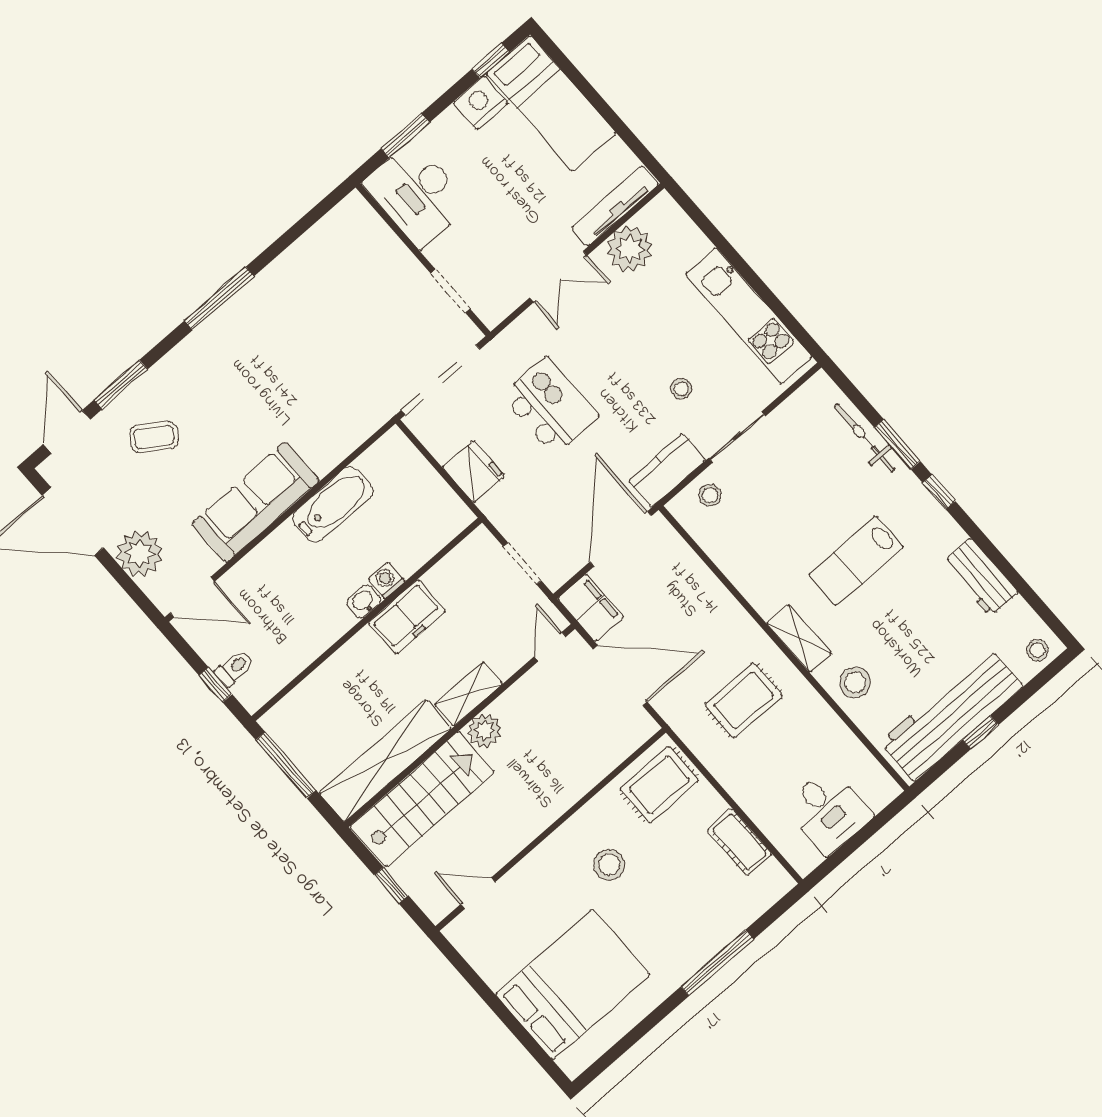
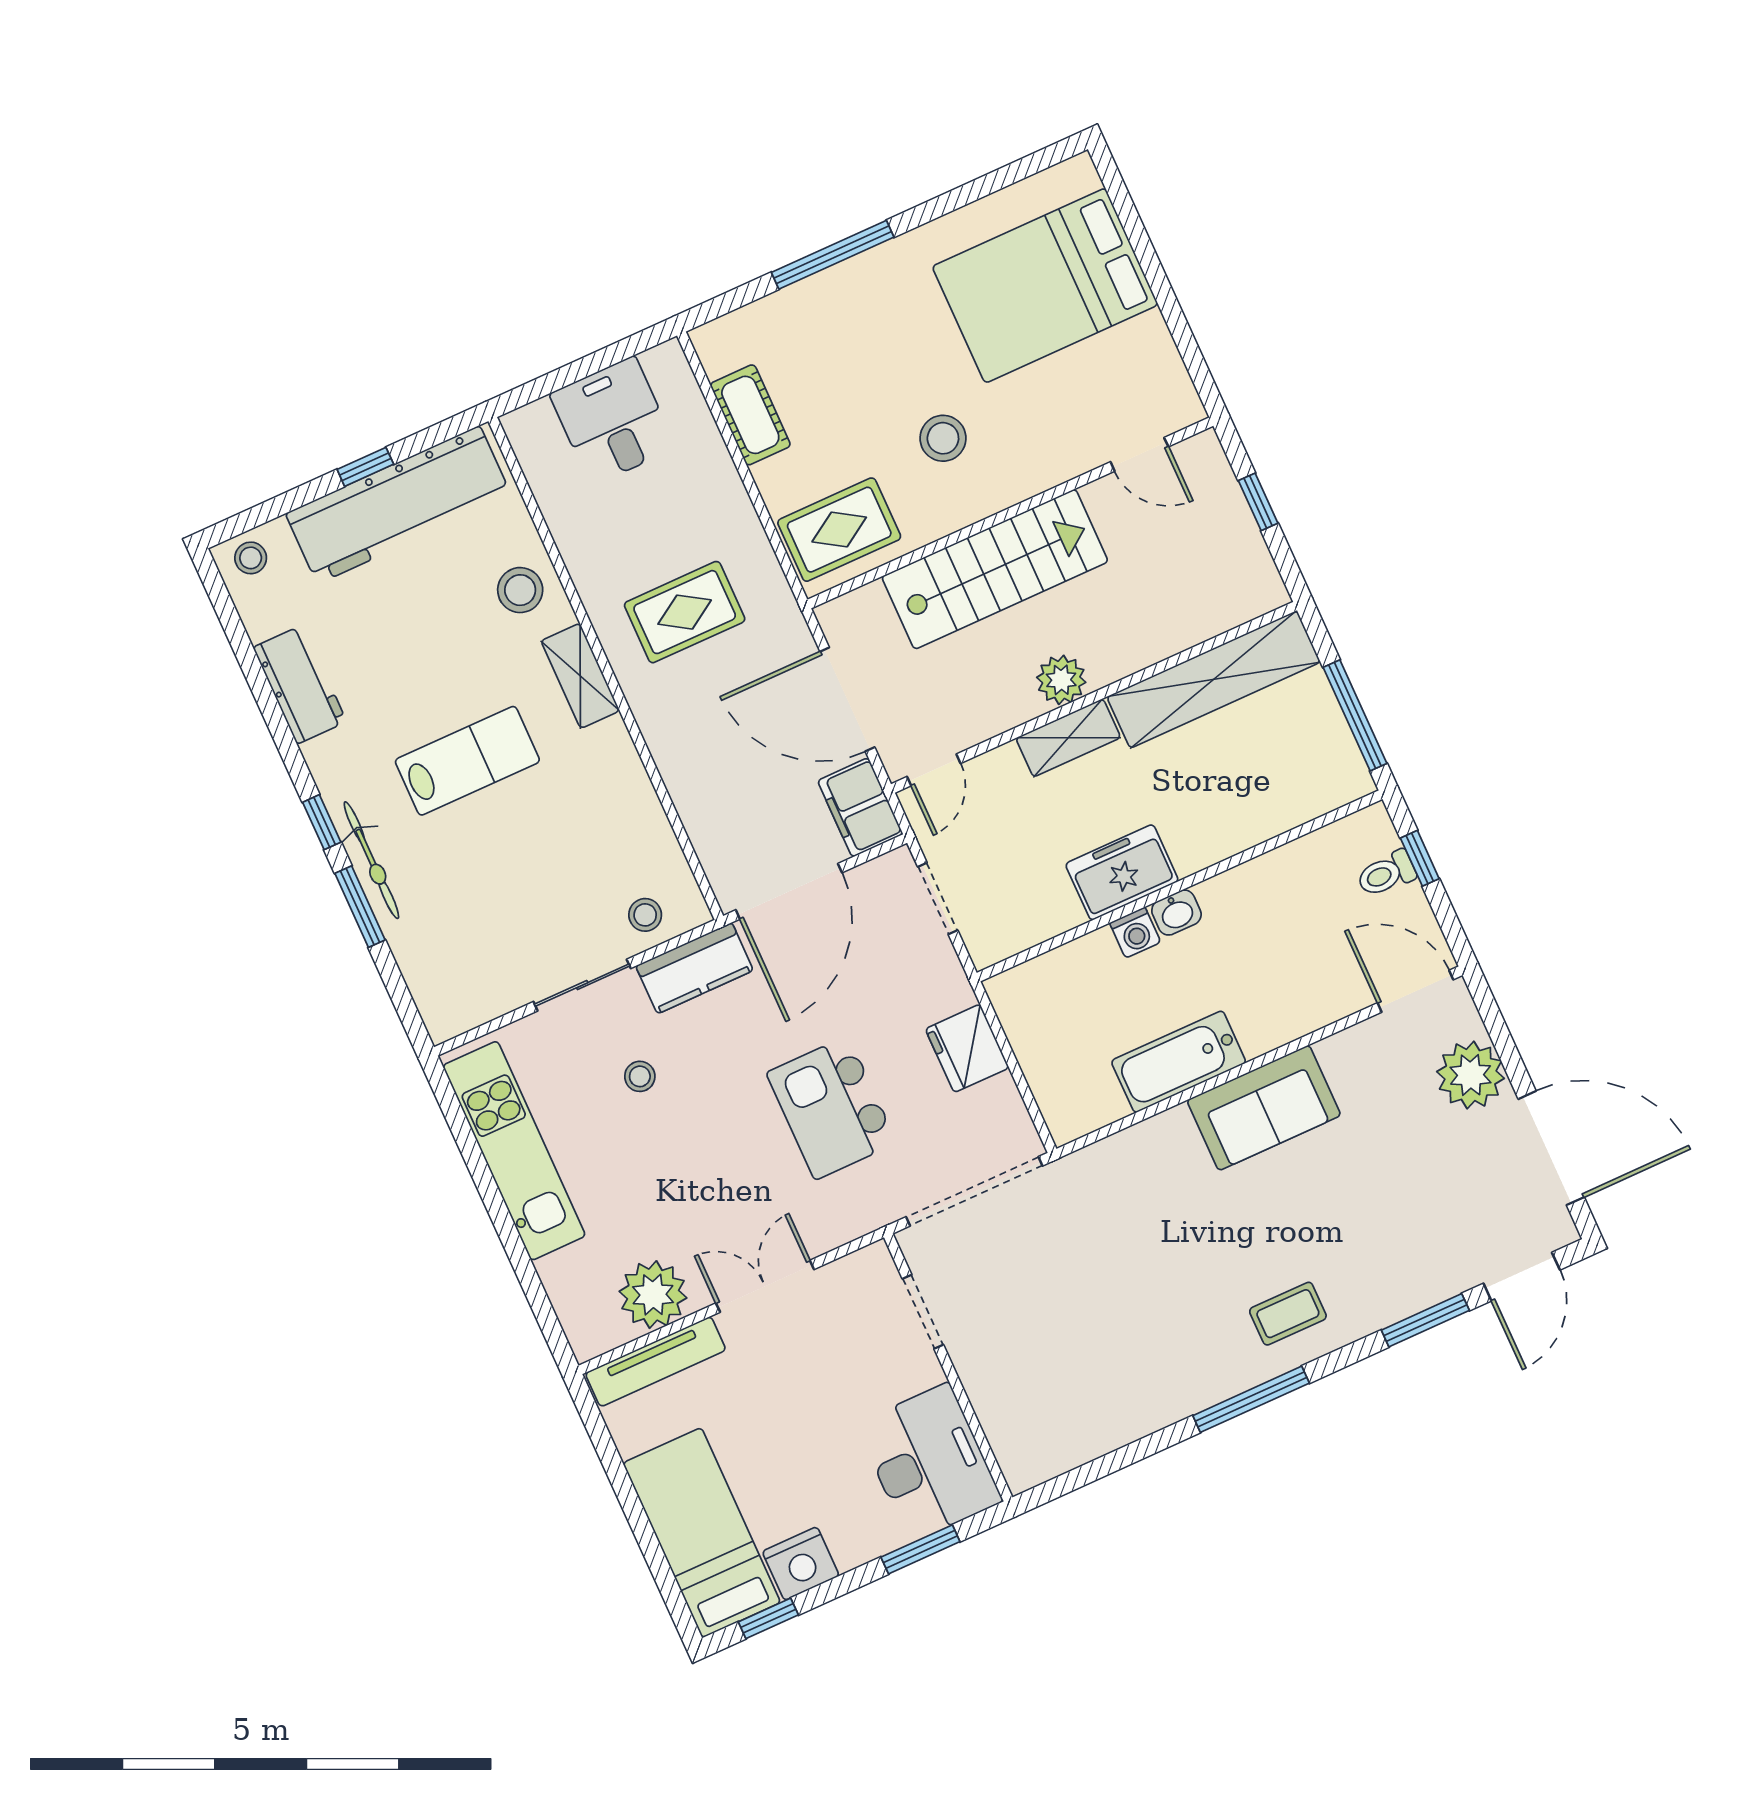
coffee table: (154, 437) -> (1288, 1314), moved, turned -33
bicycle: (865, 438) -> (371, 860), moved
sofa: (256, 502) -> (1264, 1108), width x0.73
stairs: (422, 799) -> (995, 569), moved, turned 180

